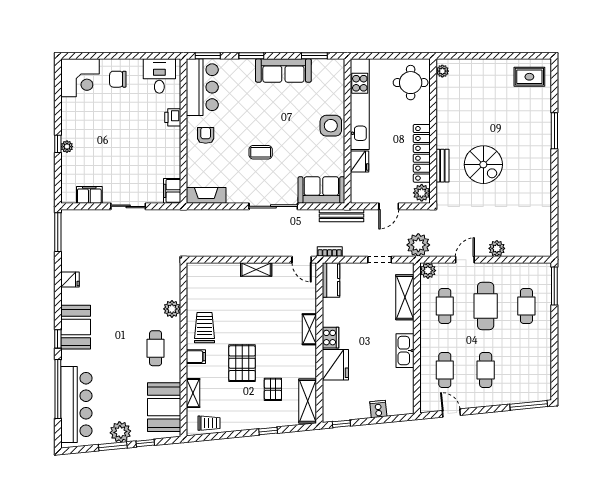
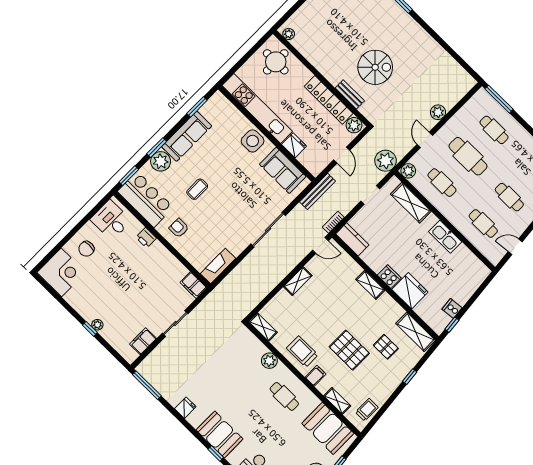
plant: (244, 70) -> (161, 161), added
coffee table: (261, 152) -> (197, 189), moved
sofa: (321, 190) -> (283, 170), moved, turned -90
shelving: (193, 278) -> (263, 327), added
cooker: (378, 409) -> (452, 309), moved

